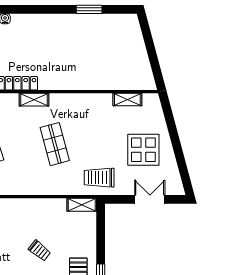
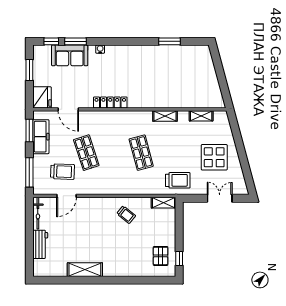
shelving: (34, 100) -> (165, 116), moved
trolley: (99, 178) -> (178, 180), turned 180
trolley: (40, 251) -> (126, 215), moved

